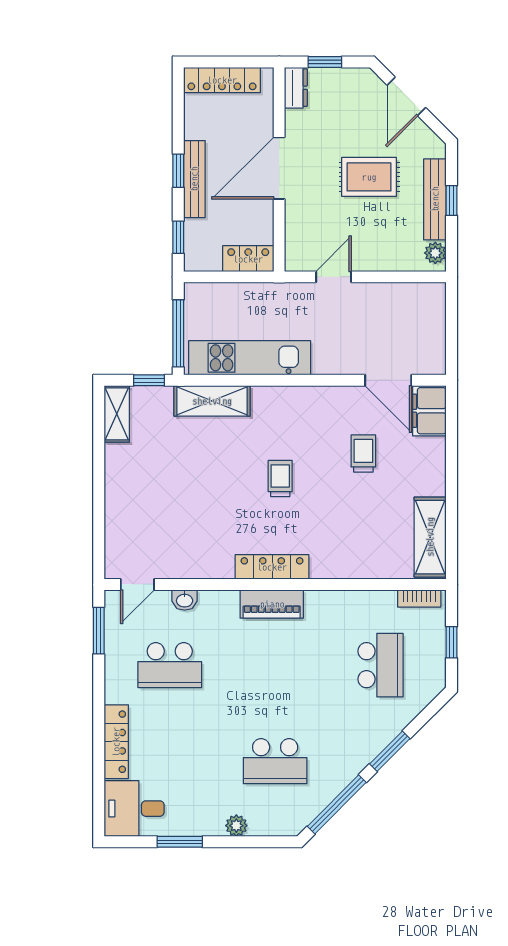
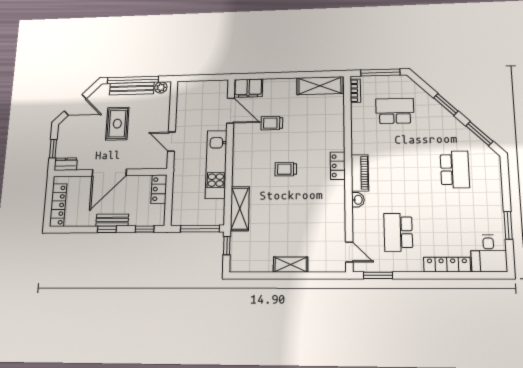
door: (279, 168) -> (109, 173), hinge flipped
bench: (194, 179) -> (112, 220), width x0.73
window: (451, 201) -> (133, 80), width x3.17
kitchen unit: (250, 358) -> (216, 164), moved
door: (388, 380) -> (231, 111), hinge flipped
shelving: (117, 414) -> (291, 265), moved
locker: (272, 567) -> (338, 166), width x0.66
washbasin: (185, 600) -> (358, 200), moved
window: (451, 642) -> (380, 73), width x2.17
school desk: (170, 665) -> (398, 232), turned 180
window: (337, 804) -> (479, 134), width x0.69
plant: (236, 826) -> (496, 192), removed

